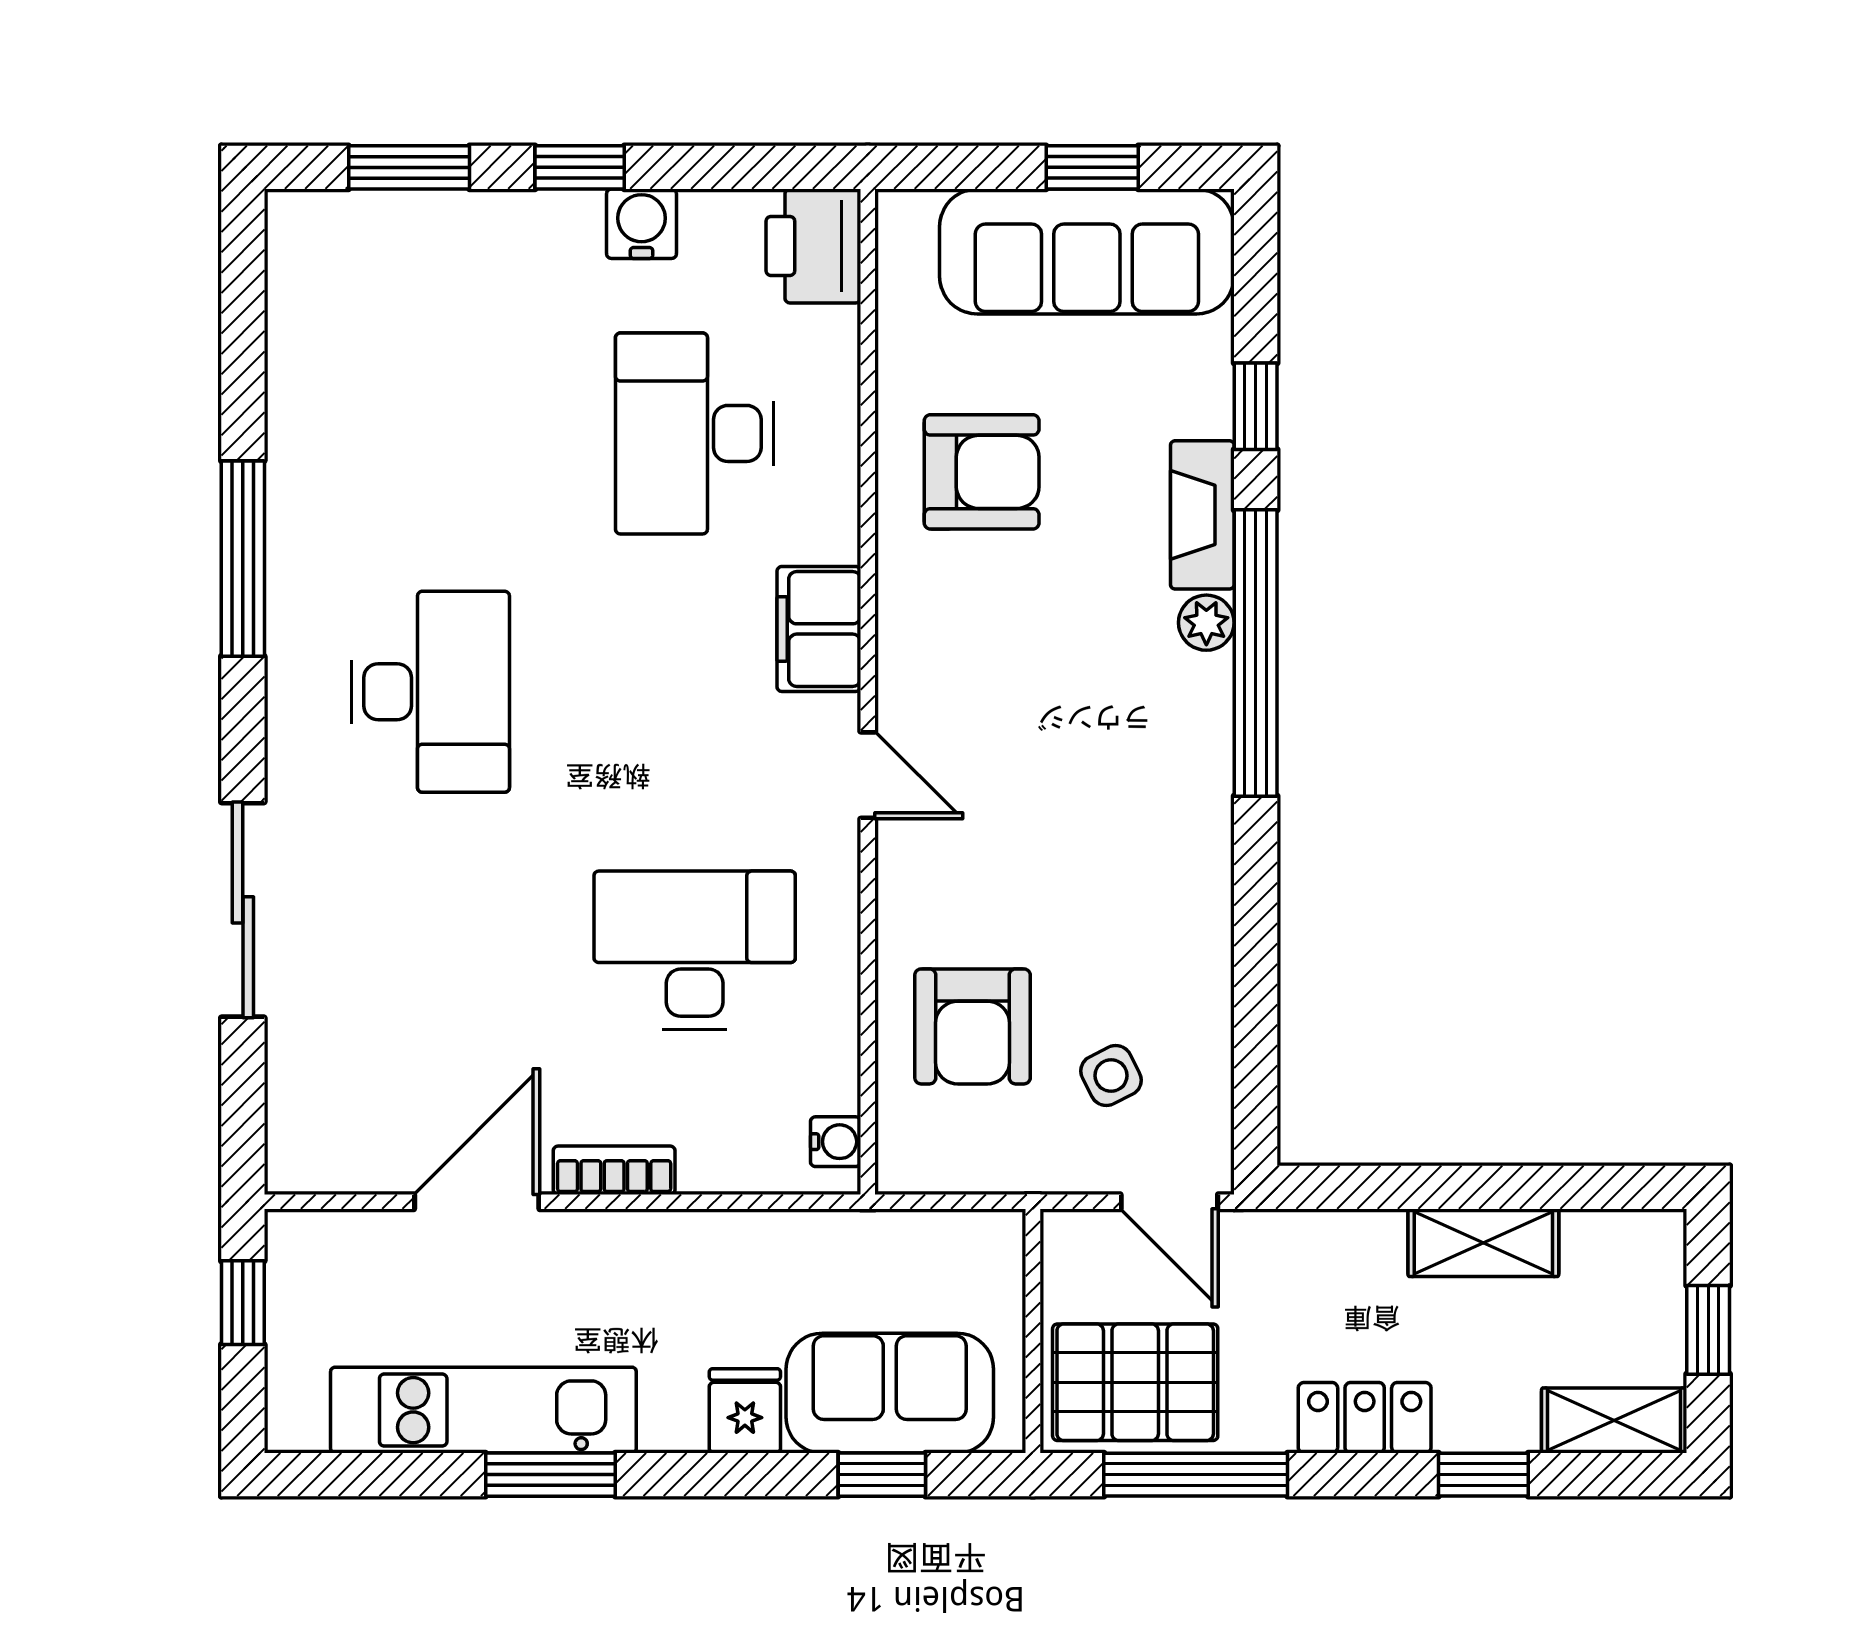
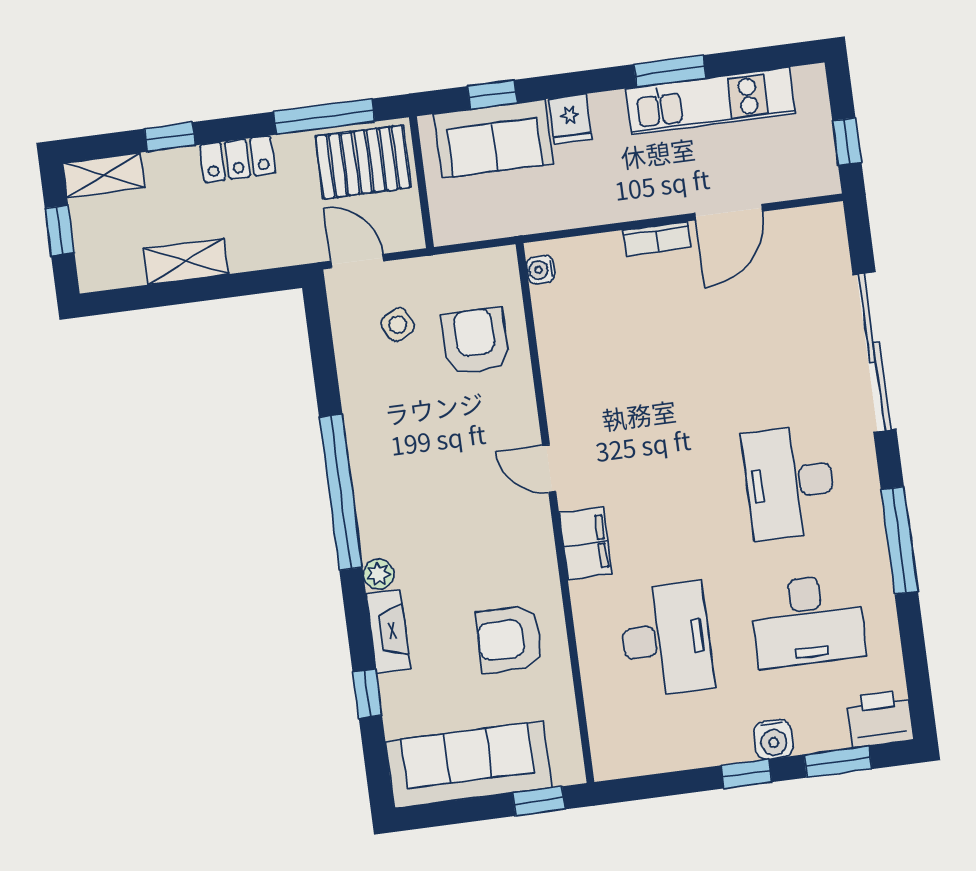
window: (1092, 167) -> (539, 801), moved
water cooler: (642, 224) -> (773, 740), moved
printer: (813, 246) -> (880, 719), moved, turned -90
window: (1256, 653) -> (341, 492), moved
sliding door: (243, 910) -> (875, 352), width x1.36
desk: (695, 950) -> (808, 621), moved

